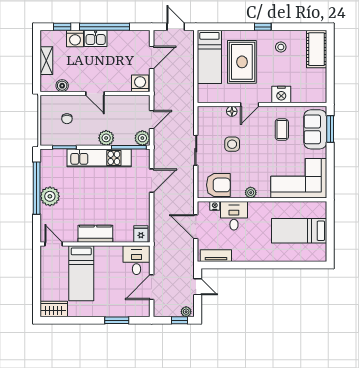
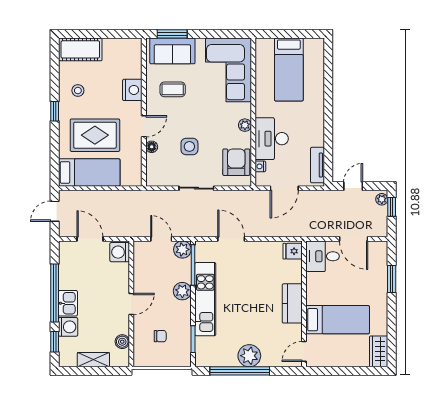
door: (250, 104) -> (144, 126), hinge flipped
desk: (234, 216) -> (272, 139), width x1.37

